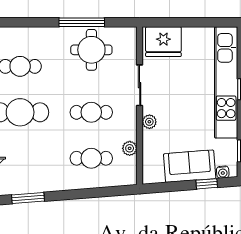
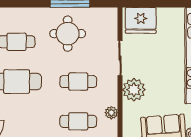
round table: (91, 50) -> (68, 34), moved
plant: (149, 122) -> (134, 90), width x1.88, depth x1.88

